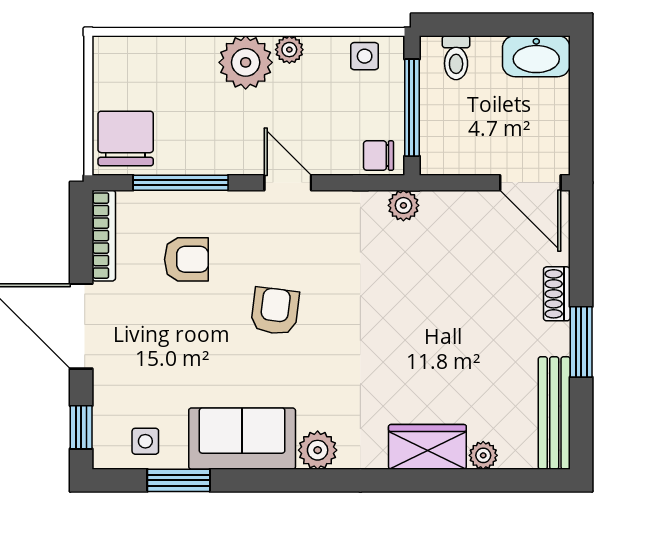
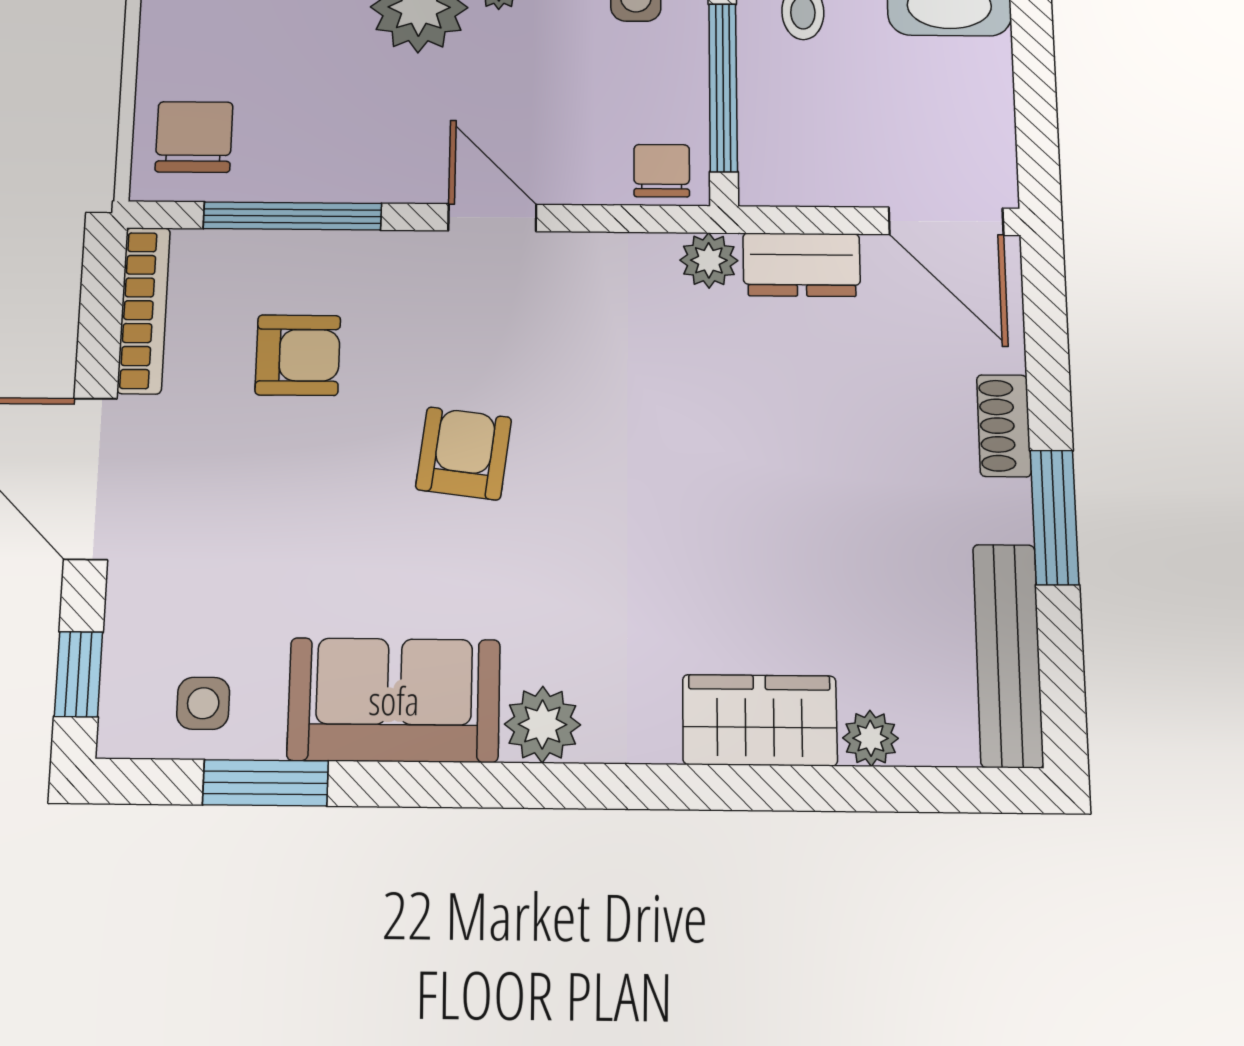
chair: (126, 138) -> (194, 137), width x0.73, depth x0.73
chair: (378, 156) -> (662, 171), turned 90
dresser: (453, 207) -> (802, 265), added

